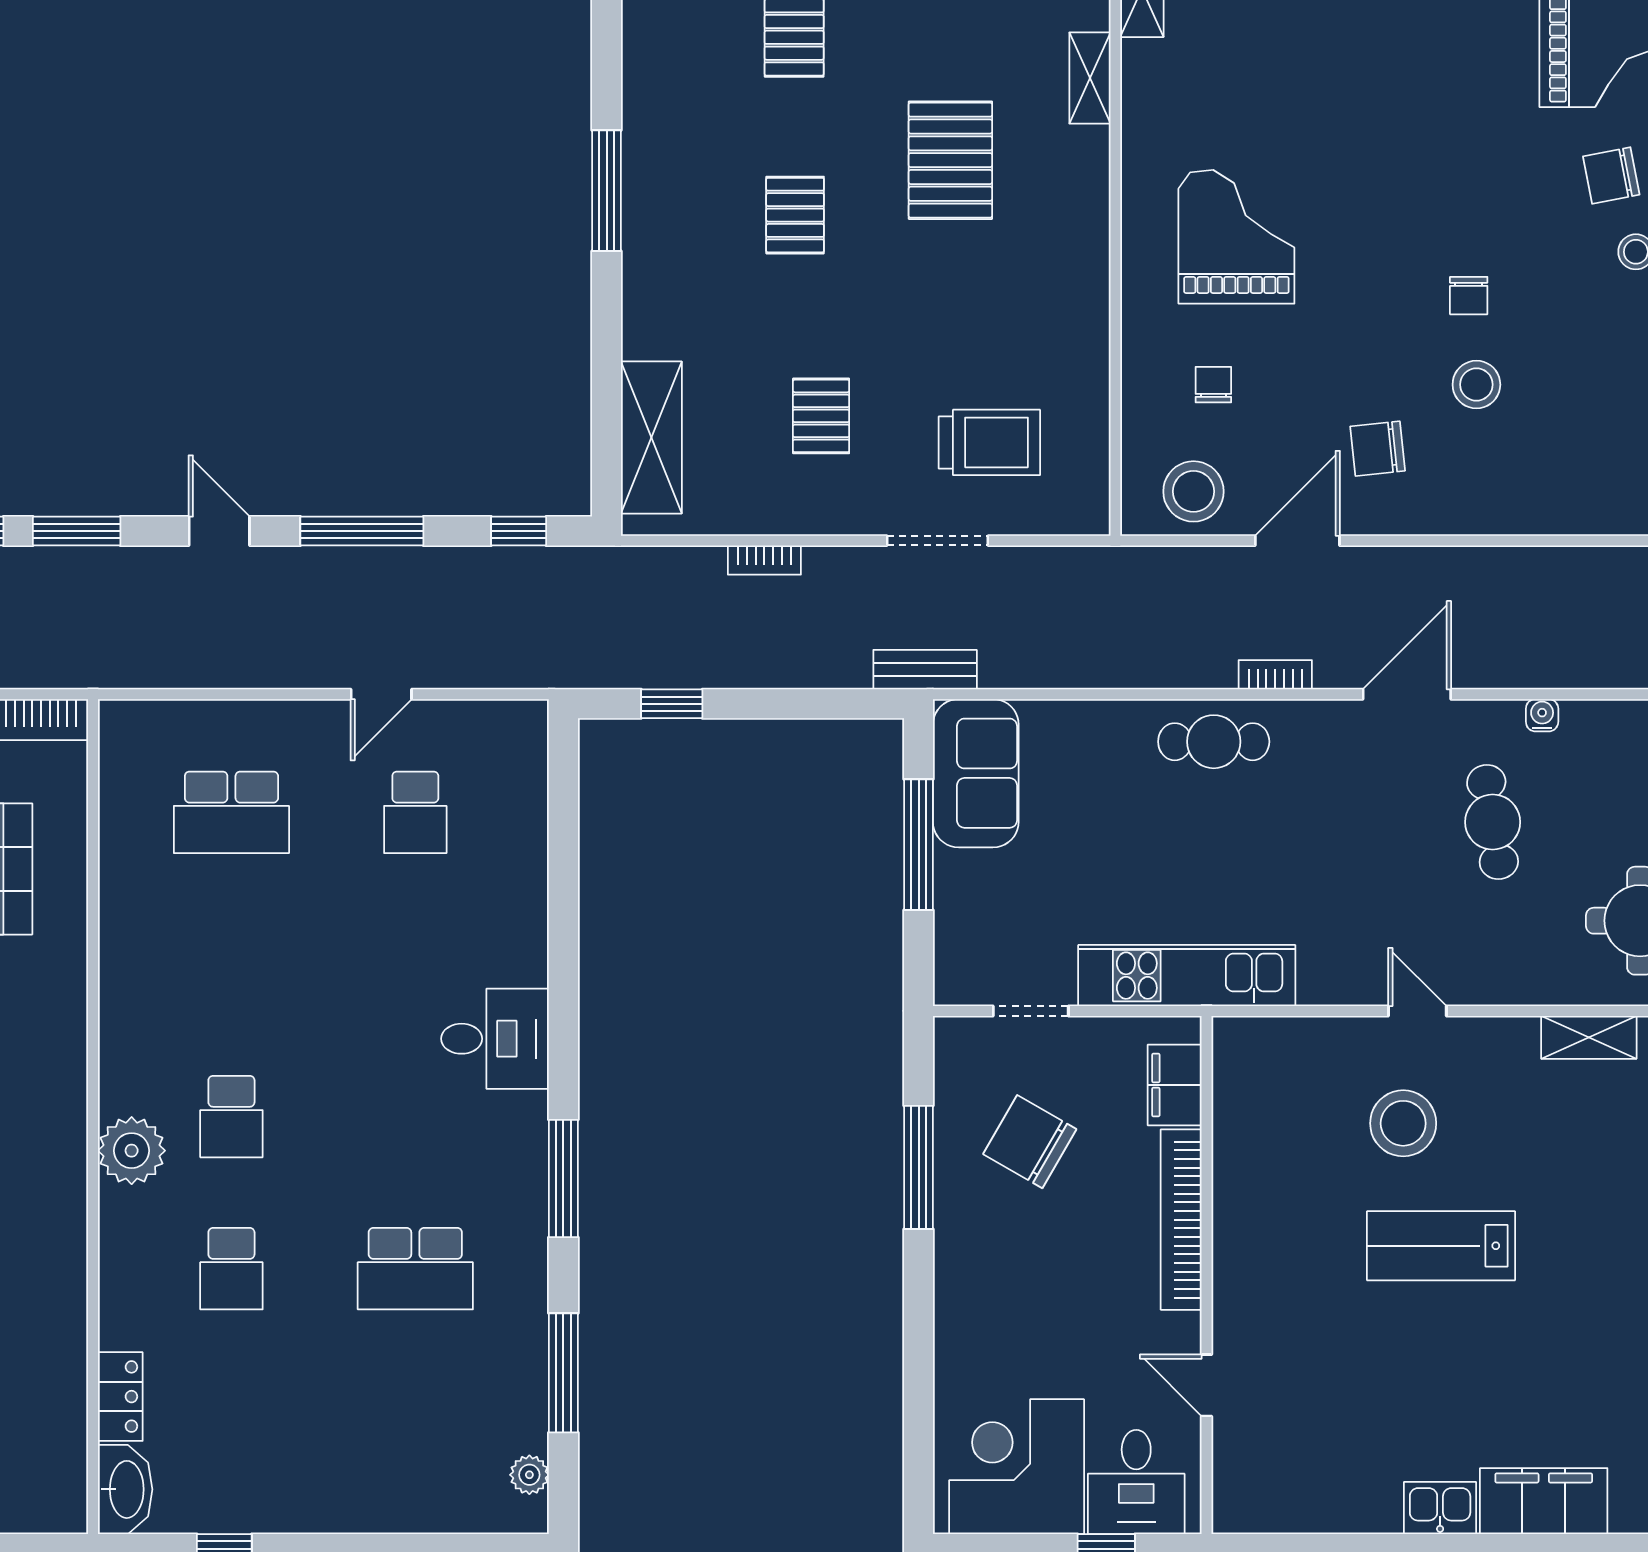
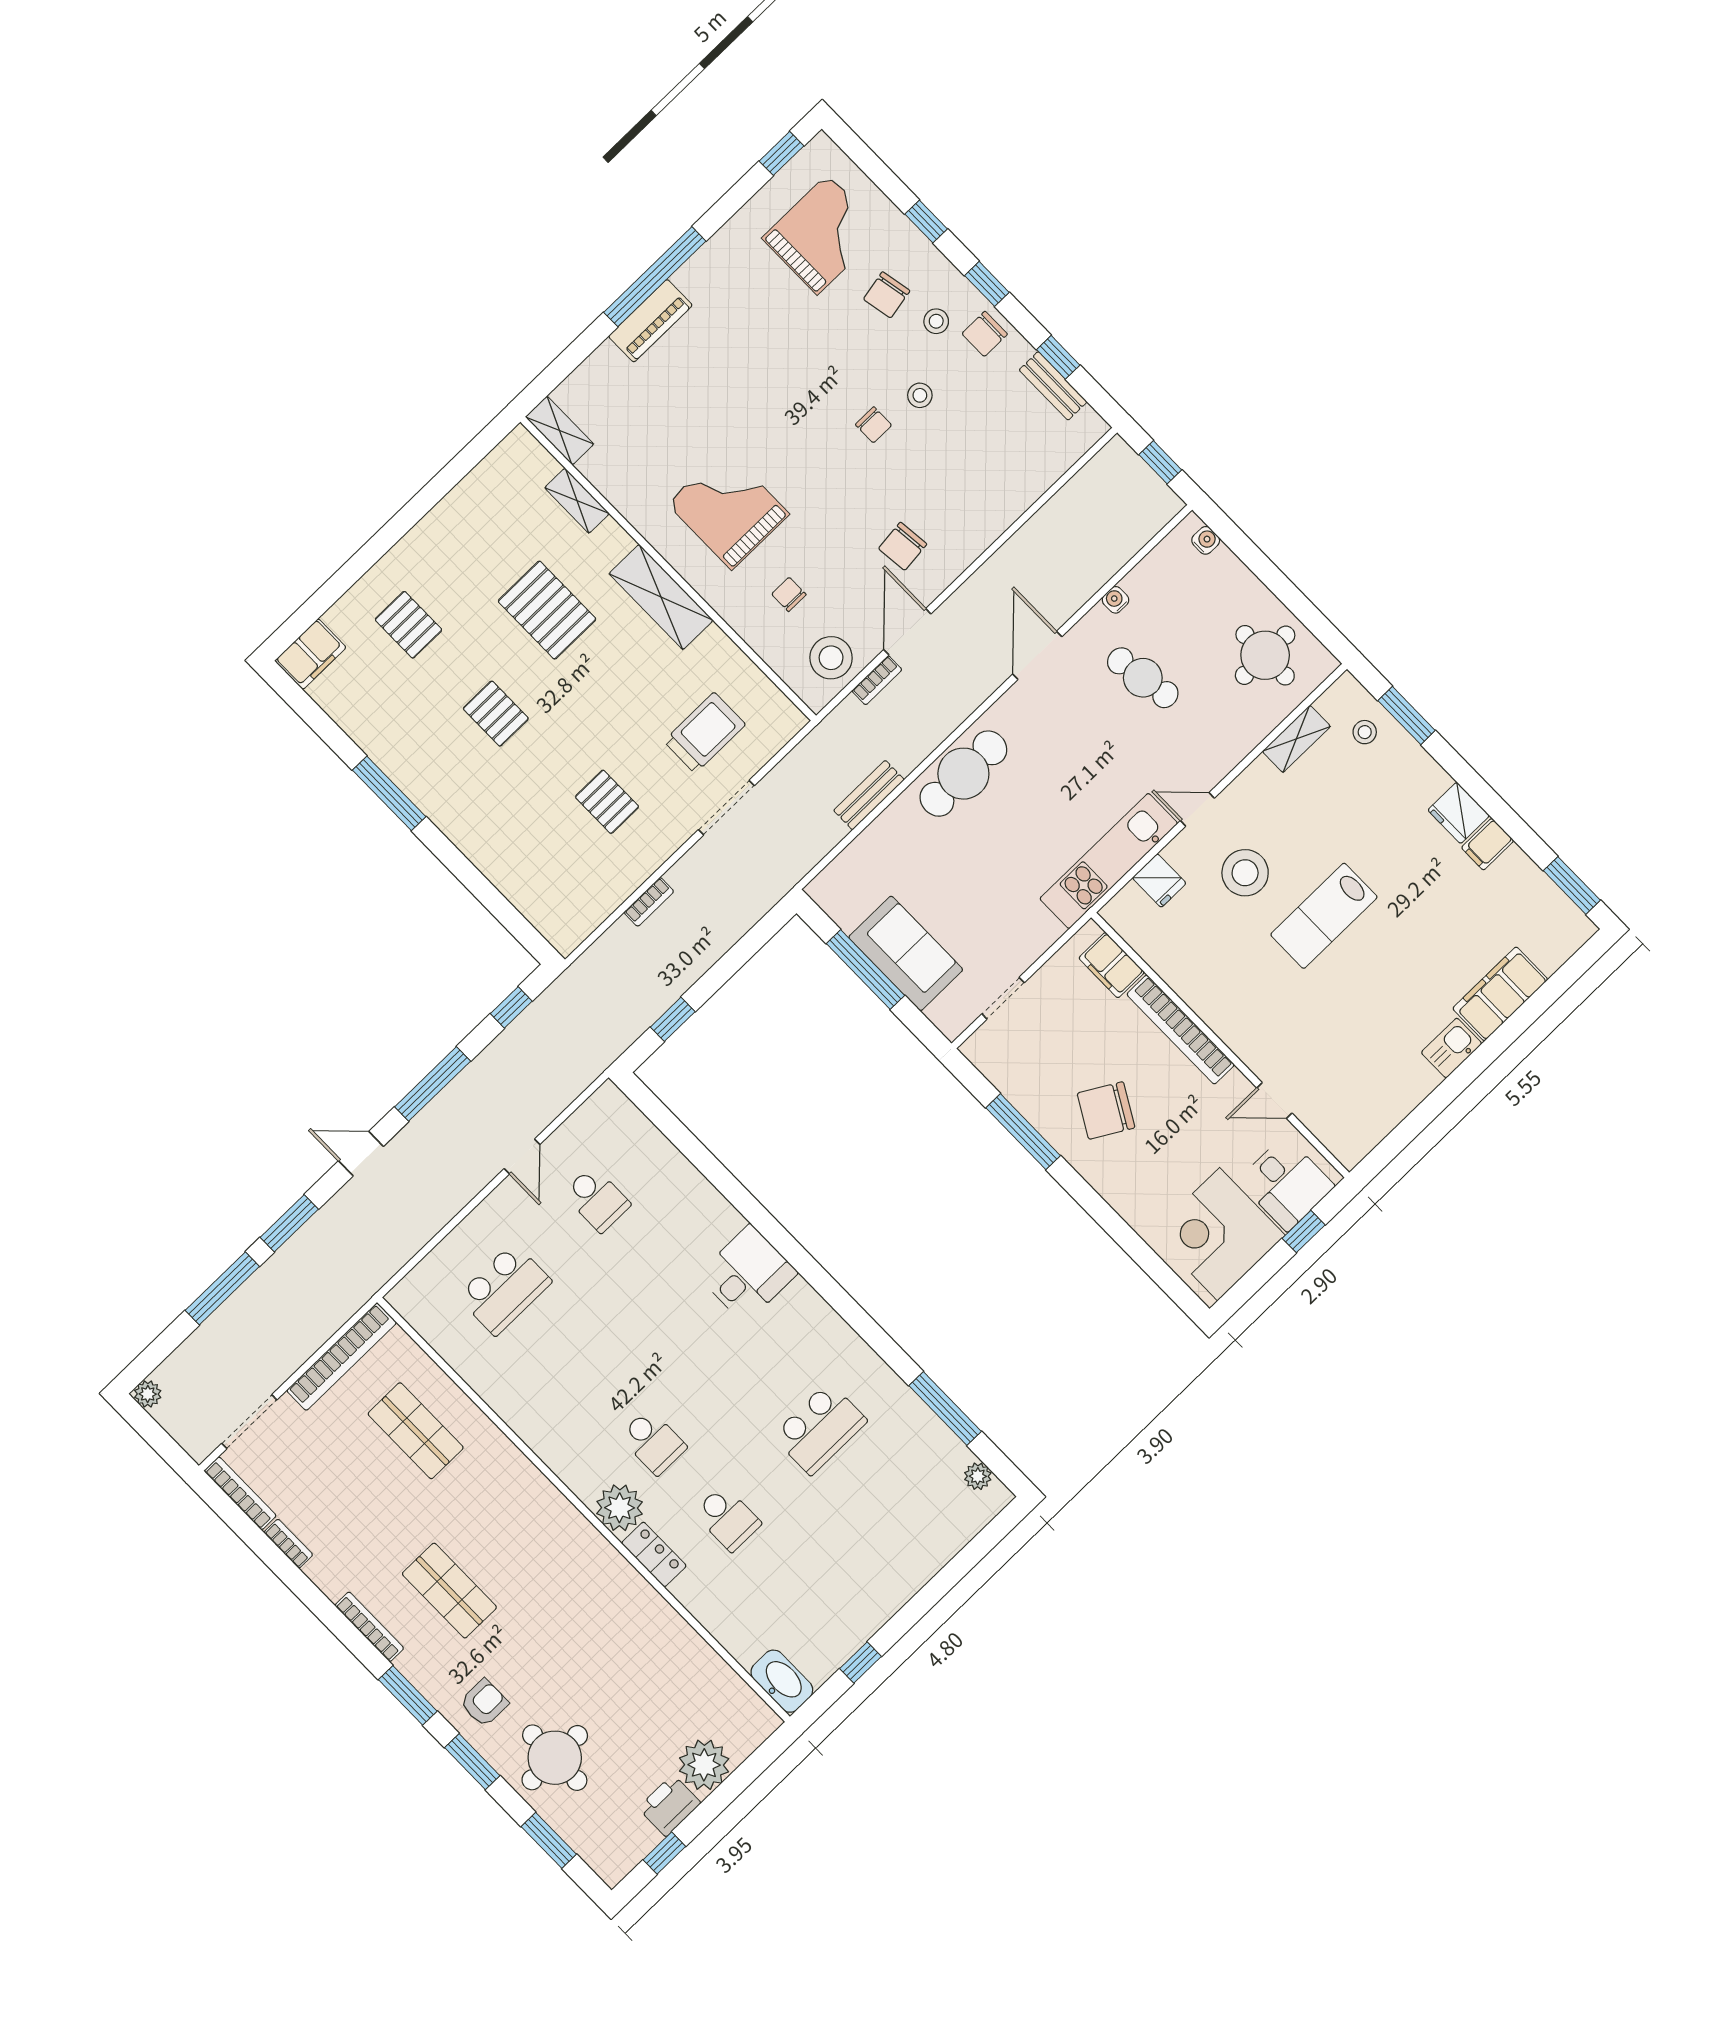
stool: (1476, 385) -> (920, 395), moved, width x0.73, depth x0.73
shelving: (651, 438) -> (661, 597), moved
bench: (925, 670) -> (869, 795), moved
bookcase: (1275, 675) -> (877, 680), moved, turned 180
cafe table: (1214, 742) -> (963, 774), width x1.37, depth x1.35
sofa: (976, 773) -> (906, 953), moved
kitchen unit: (1187, 976) -> (1109, 861), moved
fridge: (1308, 1046) -> (1159, 880), added
chair: (1030, 1142) -> (1106, 1111), moved
window: (563, 1178) -> (850, 1311), removed
locker: (120, 1397) -> (654, 1554), moved

